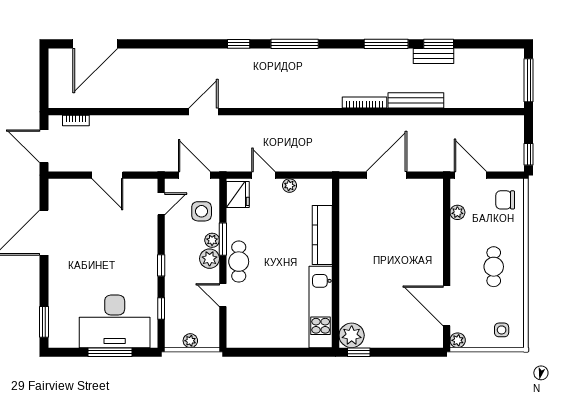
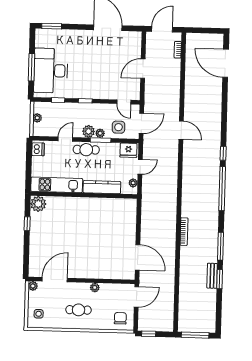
window: (295, 44) -> (222, 189), width x1.46
bench: (416, 100) -> (184, 264), removed
door: (387, 175) -> (138, 257), moved
plant: (457, 212) -> (95, 288), moved
kitchen counter: (322, 235) -> (102, 187), moved
wall: (336, 263) -> (84, 195), moved
kitchen unit: (321, 307) -> (57, 185), moved
plant: (352, 335) -> (38, 204), moved
dishwasher: (240, 338) -> (38, 149), added

